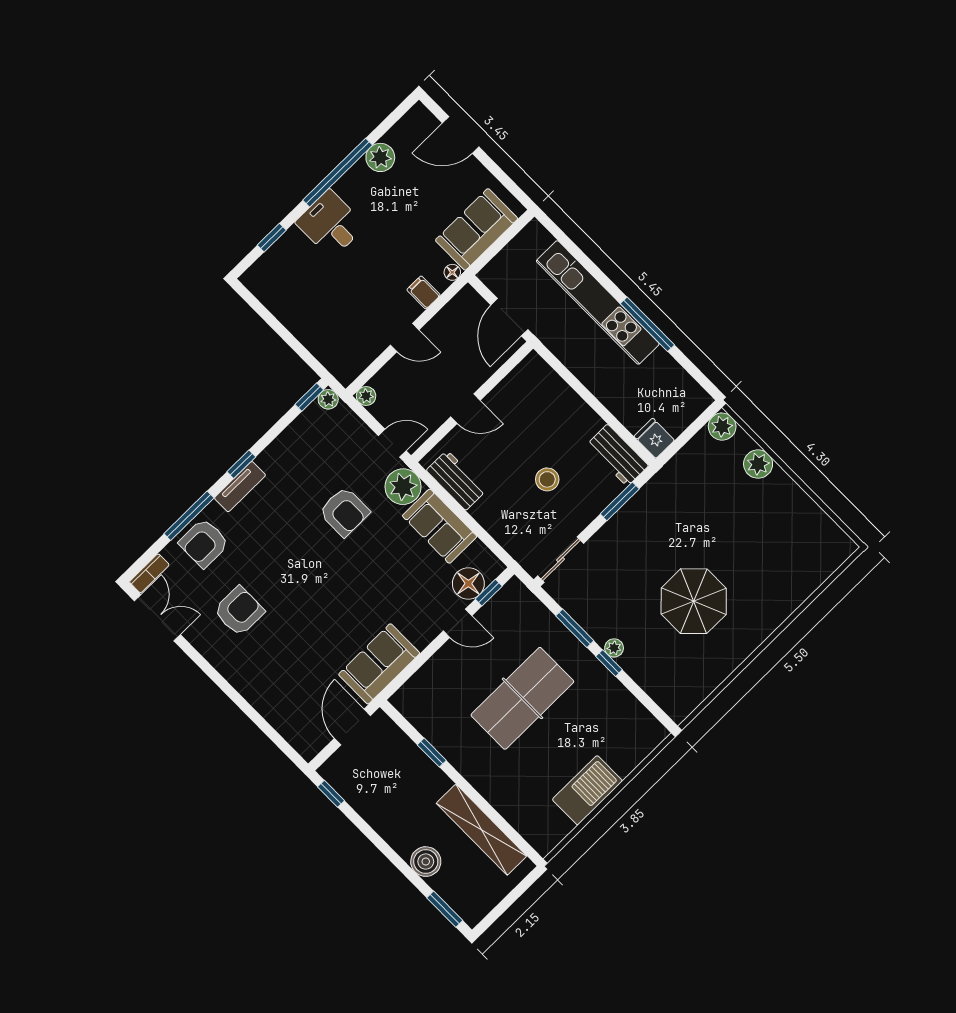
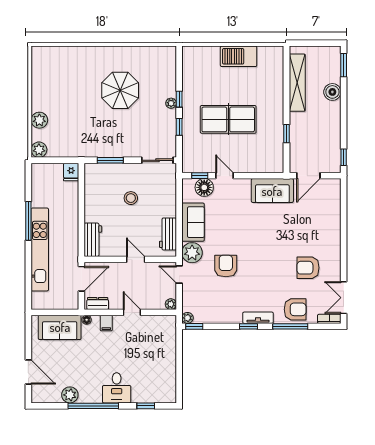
dresser: (458, 306) -> (98, 303), added
workbench: (617, 455) -> (93, 240), moved
window: (575, 628) -> (179, 127), width x0.67

